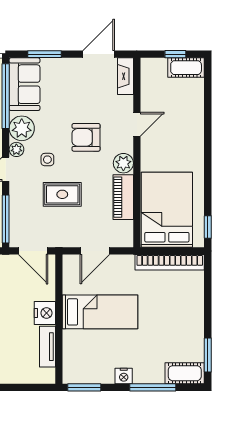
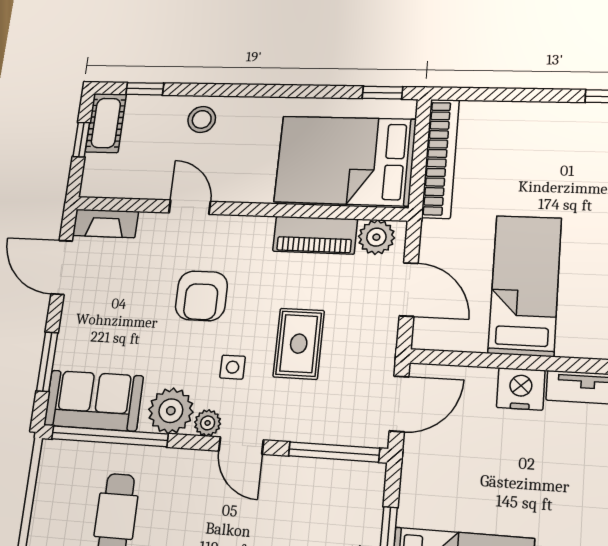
window: (208, 88) -> (145, 89), added
stool: (189, 125) -> (202, 119), added
plant: (123, 163) -> (376, 237), moved

